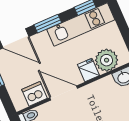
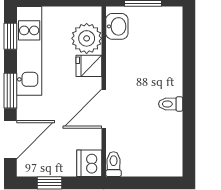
dishwasher: (34, 94) -> (89, 163), moved

